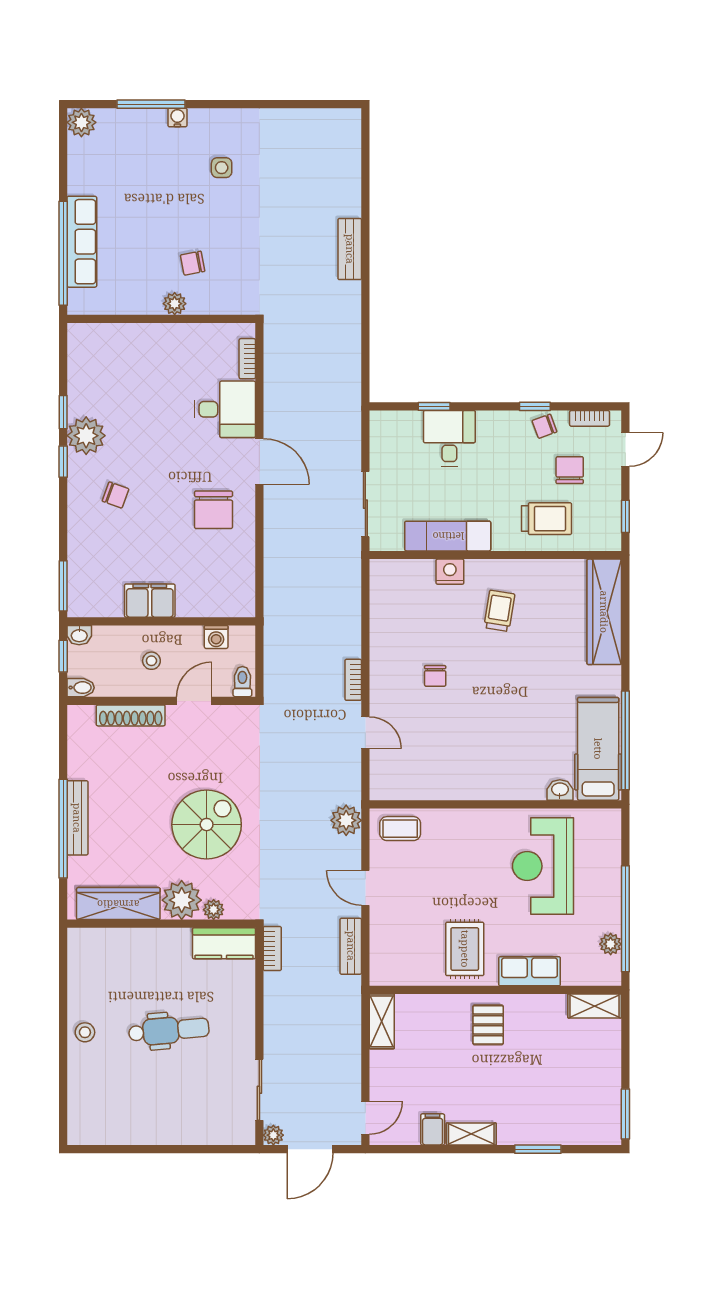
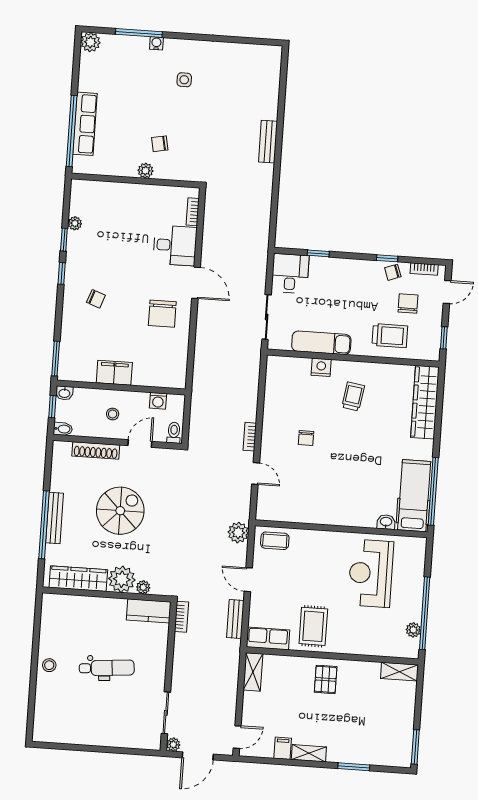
plant: (86, 436) -> (75, 223), moved, width x0.53, depth x0.53
desk: (449, 438) -> (290, 273), moved
spiral stairs: (207, 825) -> (120, 511), moved
row of seats: (530, 971) -> (268, 638), moved

